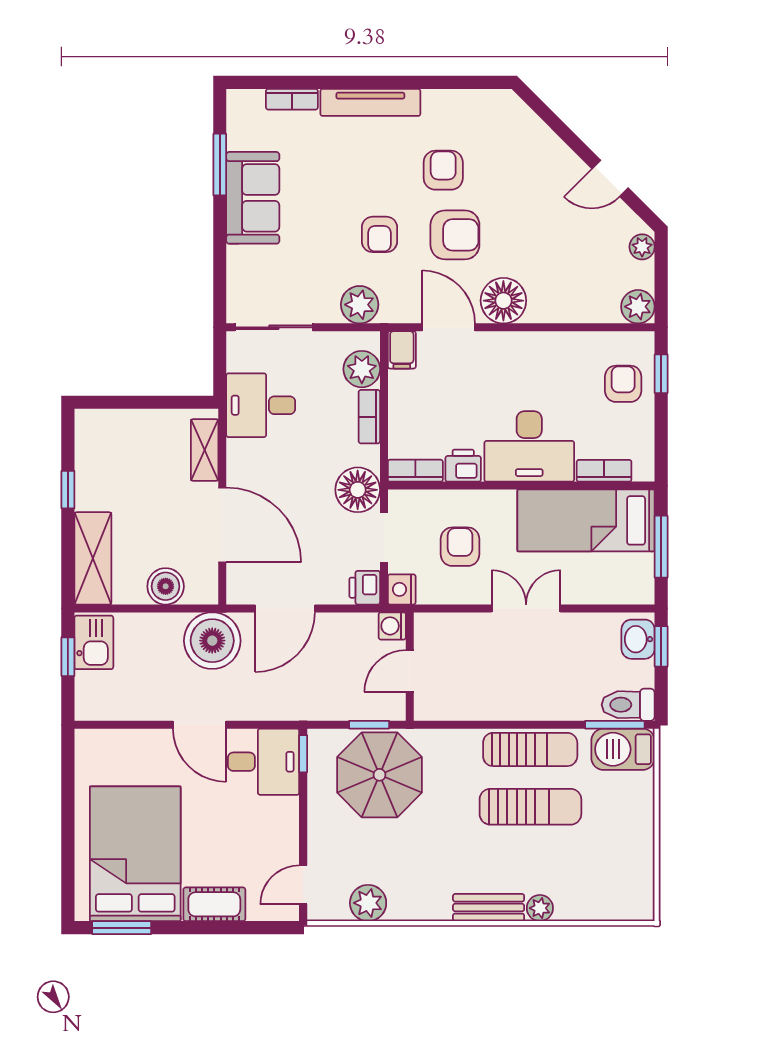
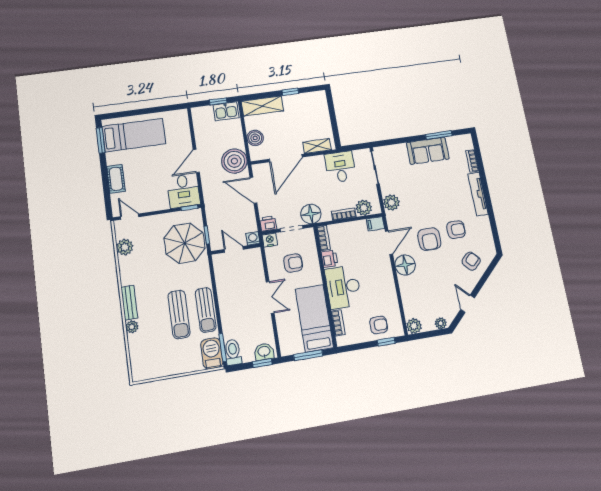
armchair: (379, 234) -> (471, 261), moved, turned 136
bed: (135, 854) -> (134, 135), width x0.67

